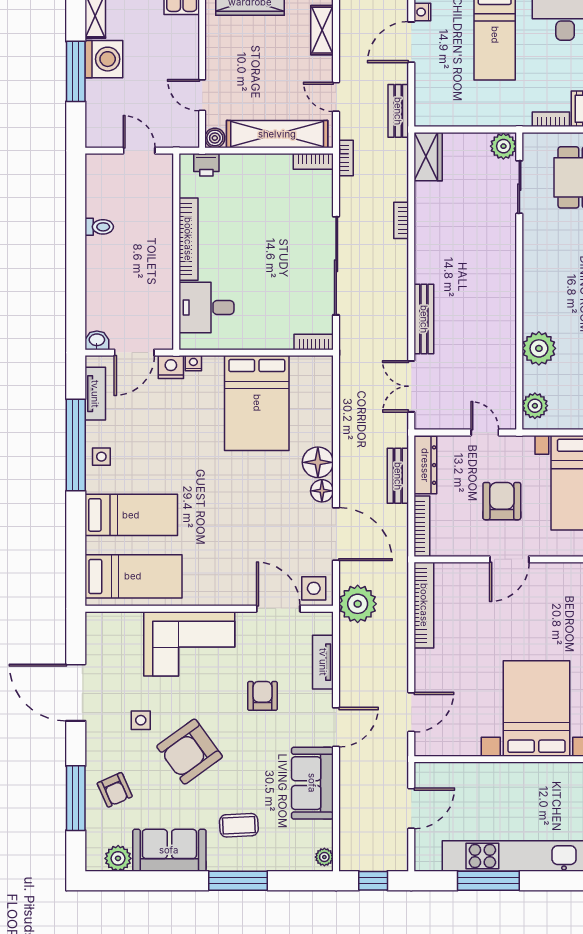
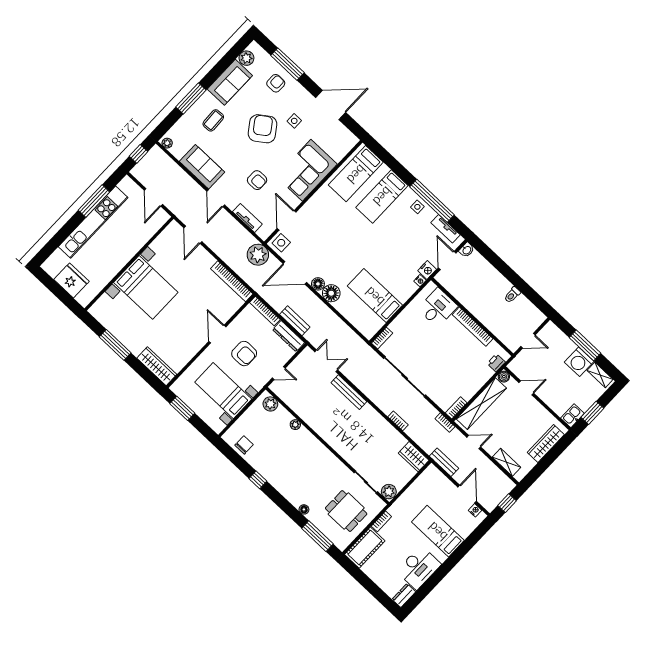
plant: (539, 348) -> (295, 425), width x0.53, depth x0.53
bed: (257, 403) -> (375, 296), width x0.67
door: (278, 609) -> (287, 220), swing flipped
armchair: (115, 790) -> (276, 83), turned 114

